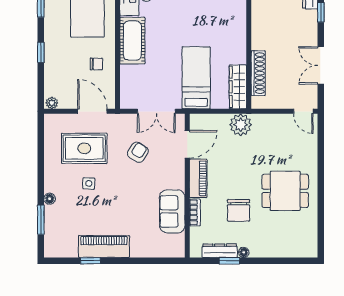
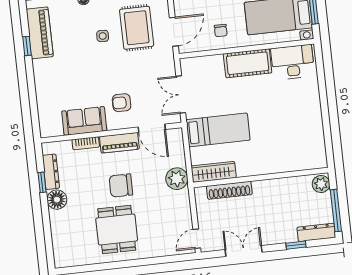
armchair: (138, 152) -> (122, 103), moved, turned 148
chair: (239, 210) -> (121, 186), moved
piano: (104, 247) -> (40, 33), moved
floor lamp: (244, 252) -> (57, 200), width x1.89, depth x1.89

